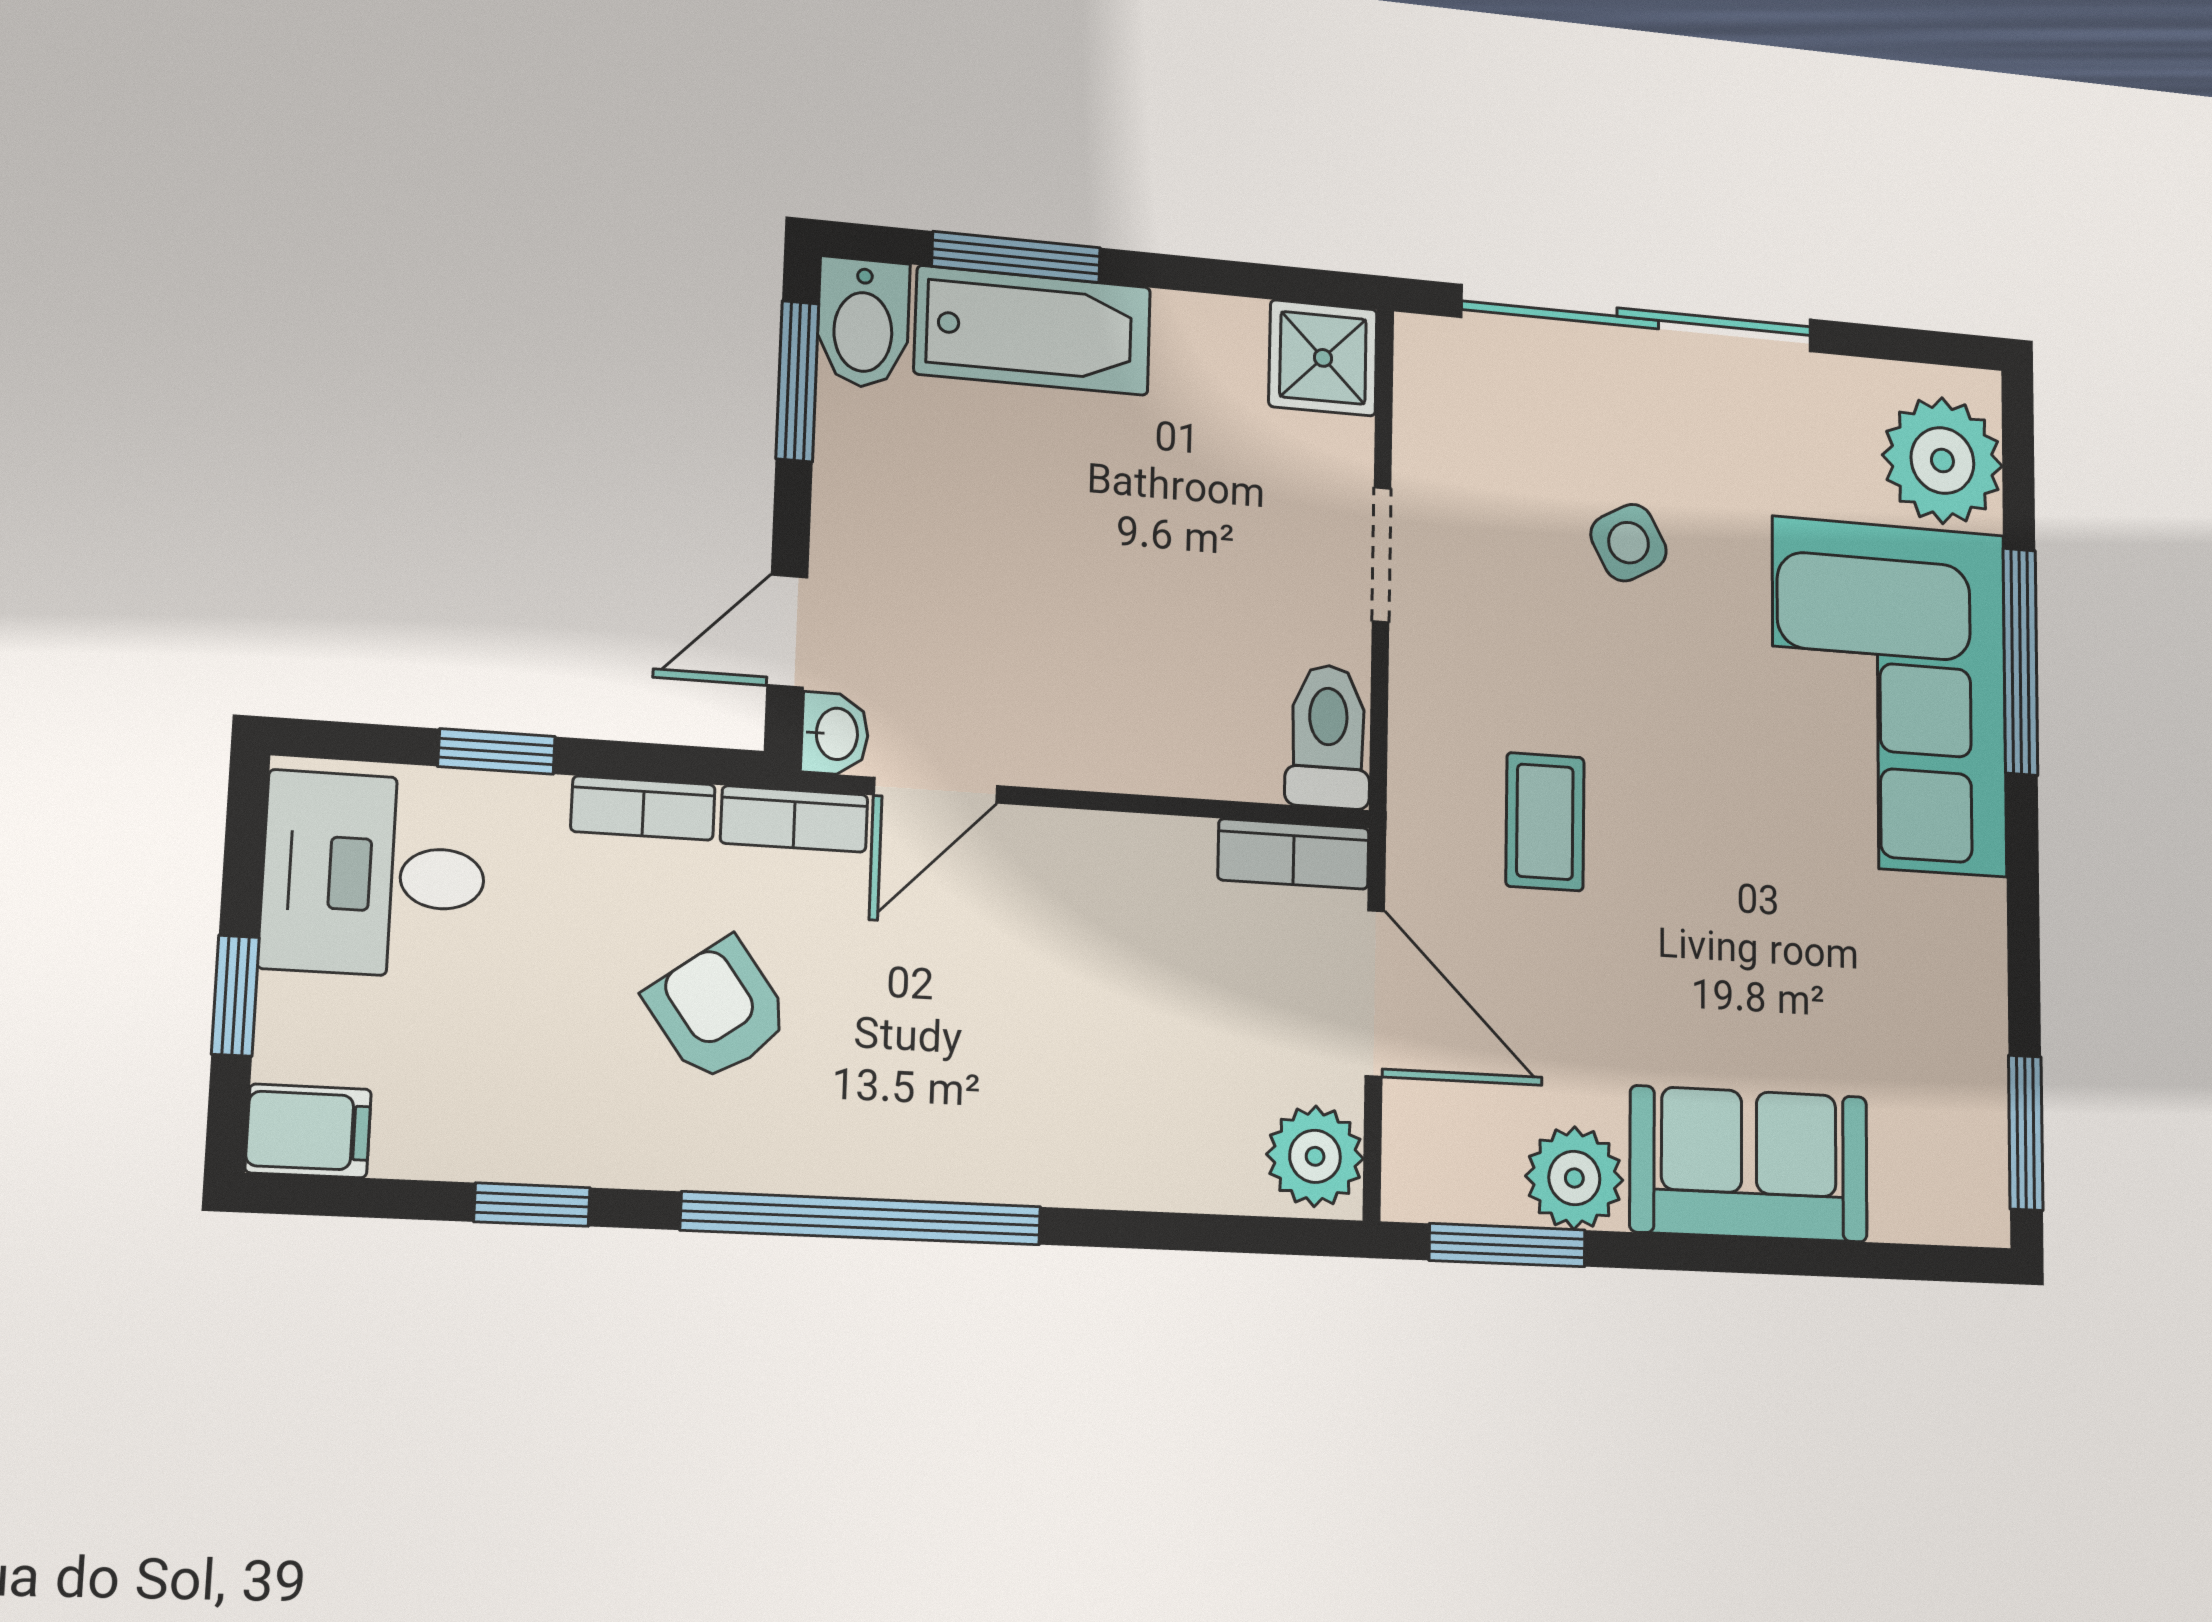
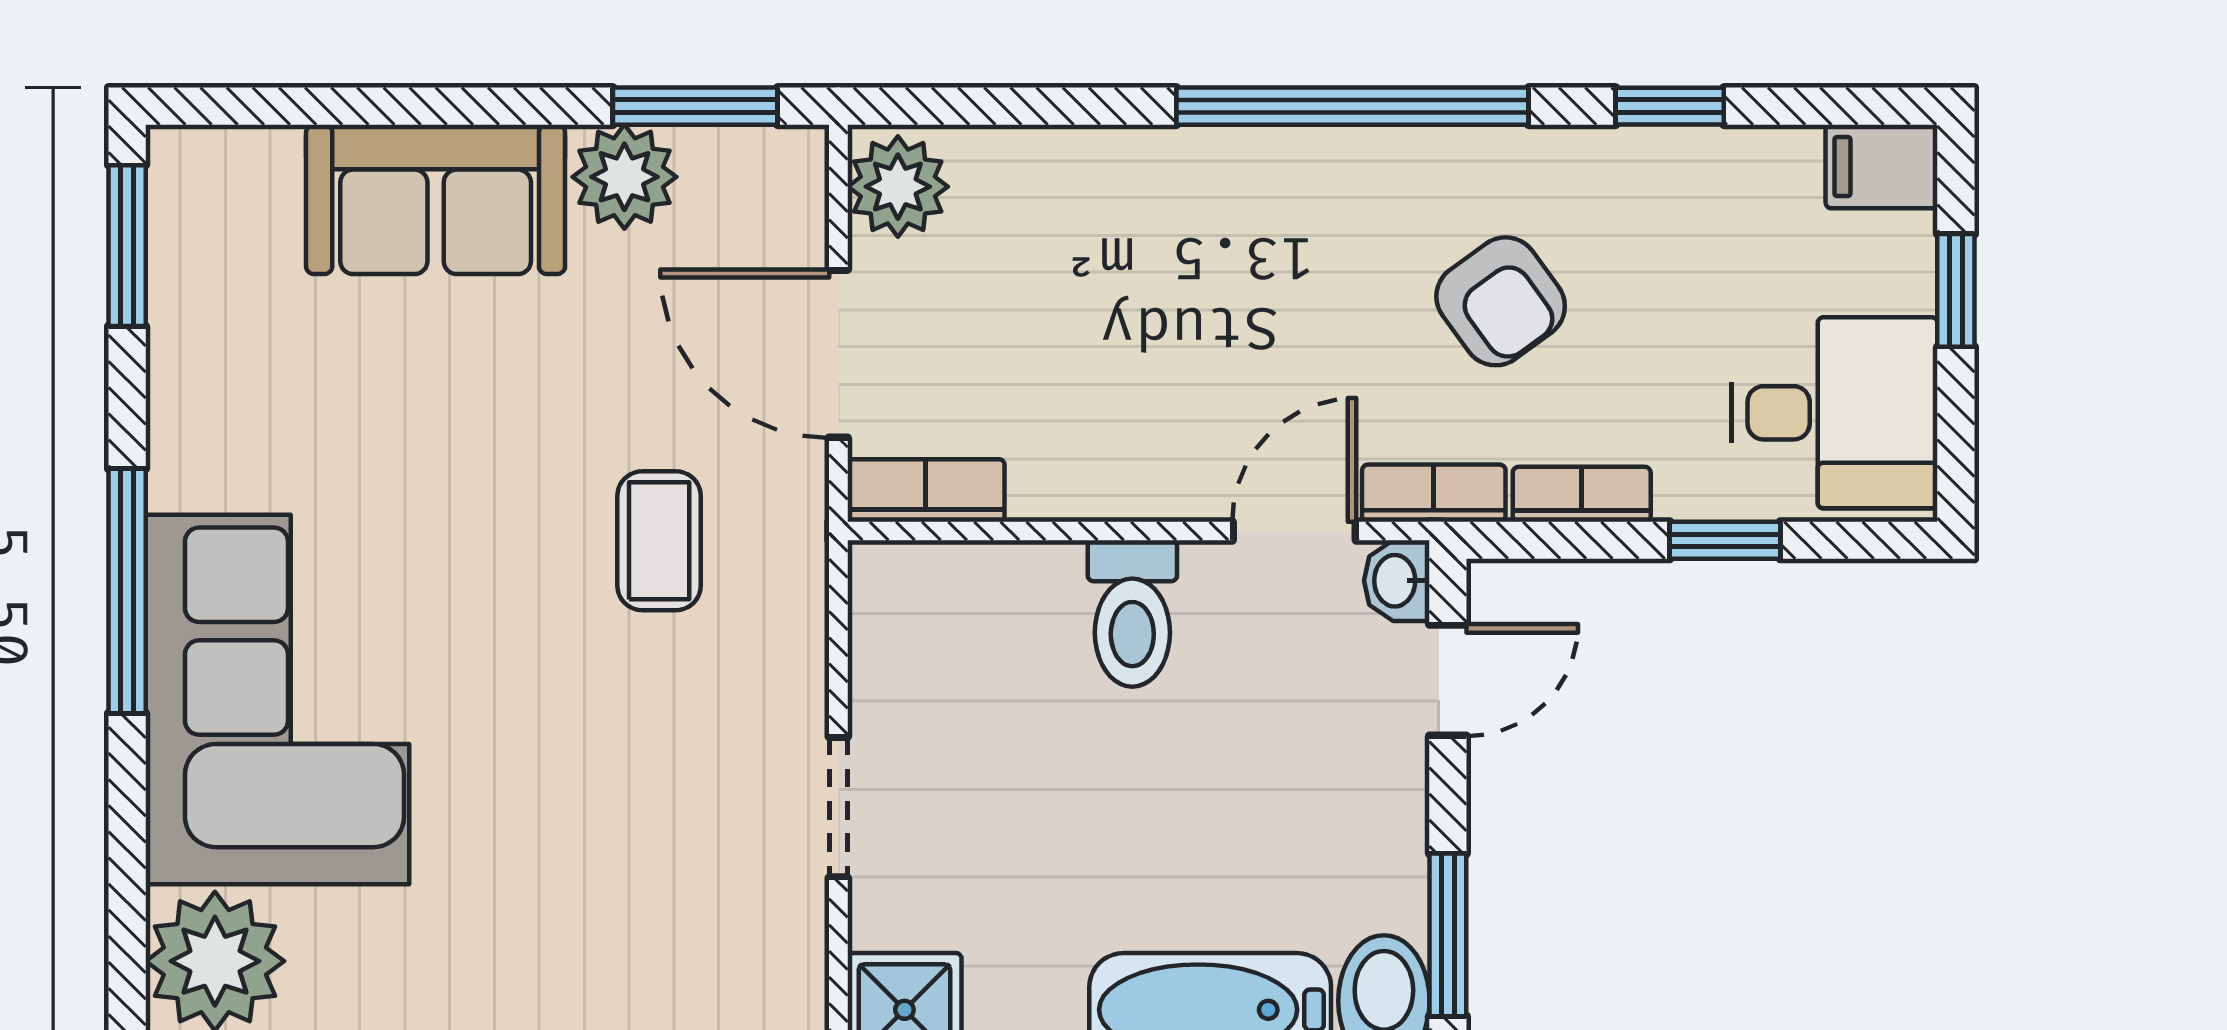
side table: (1628, 543) -> (570, 842), removed
window: (2020, 661) -> (127, 591), moved
toilet: (1328, 736) -> (1132, 614), moved

